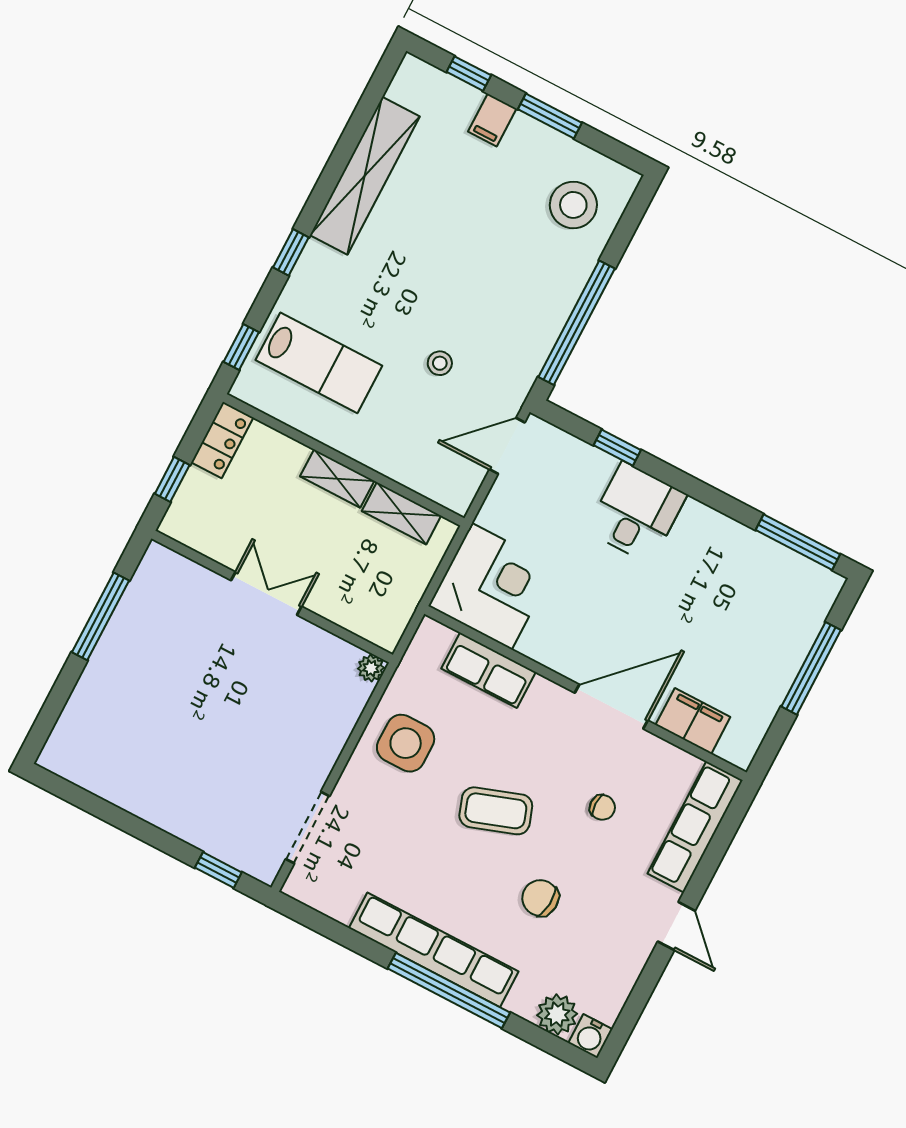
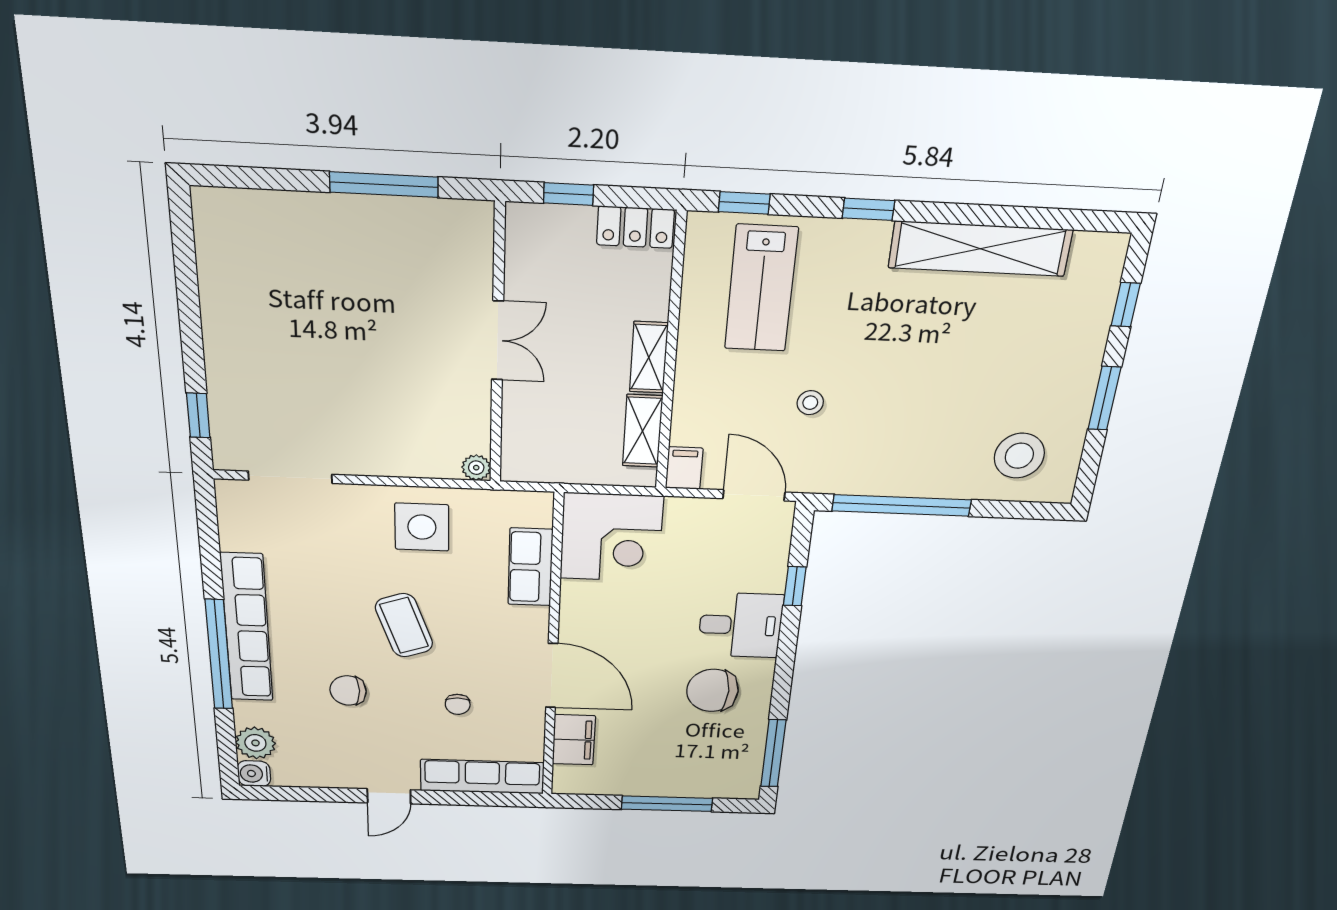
filing cabinet: (492, 120) -> (684, 468), moved, turned 90
chair: (697, 568) -> (712, 690), added
chair: (540, 898) -> (348, 690), turned -95

